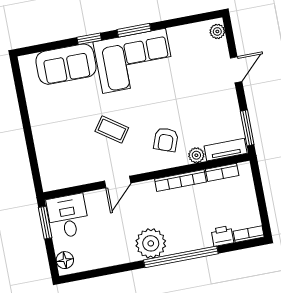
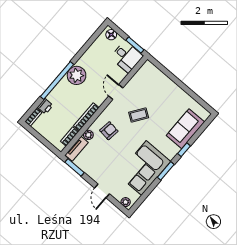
corner sofa: (134, 61) -> (144, 168), moved
armchair: (166, 140) -> (109, 131), turned 77

